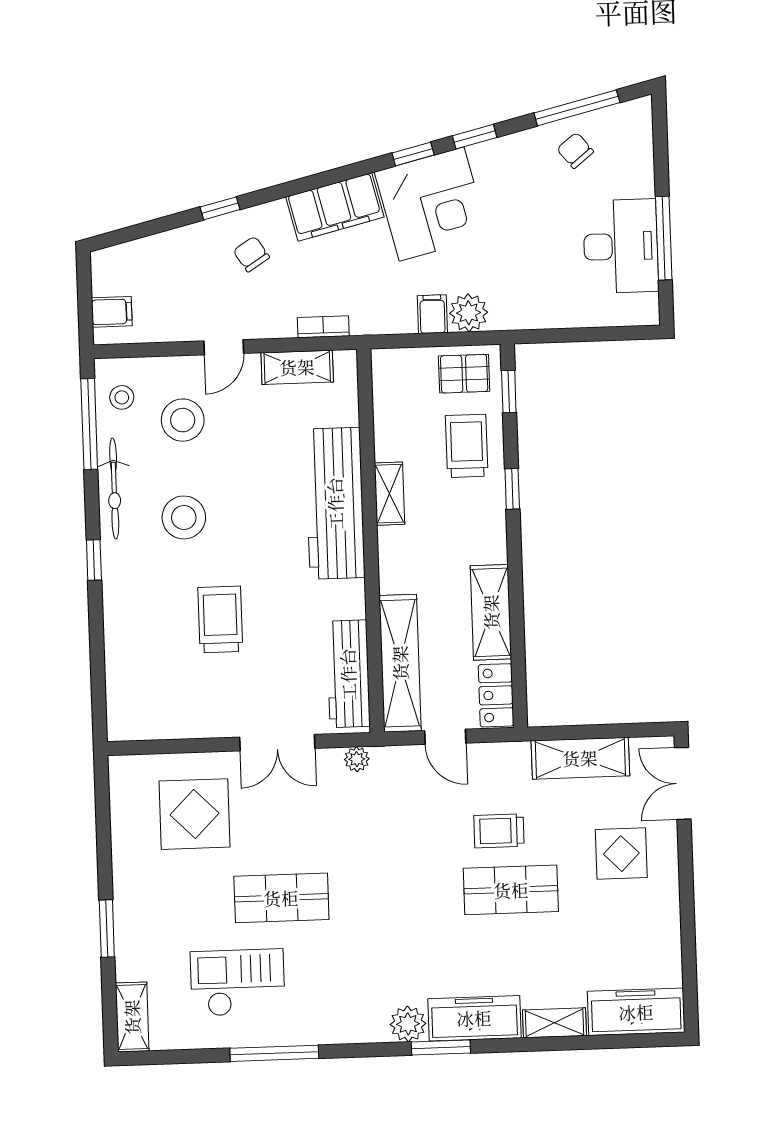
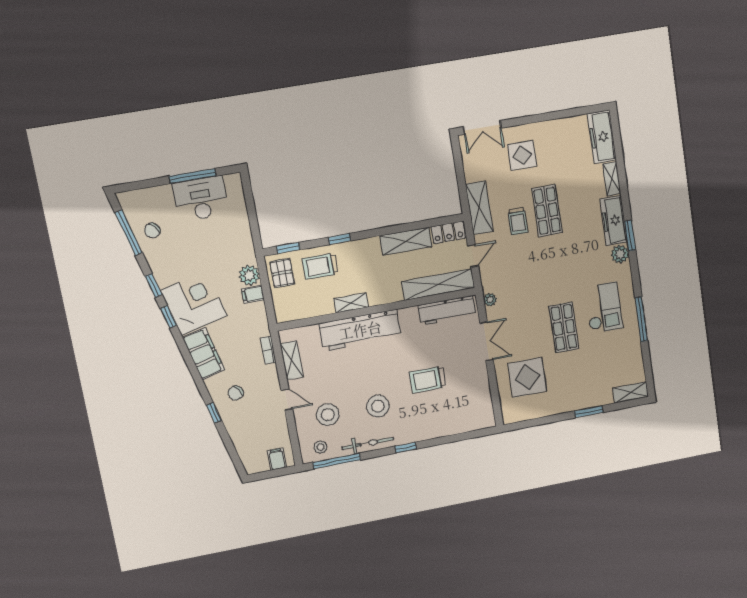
shelving: (580, 758) -> (479, 208), moved
checkout: (238, 983) -> (604, 308), moved, turned 180

